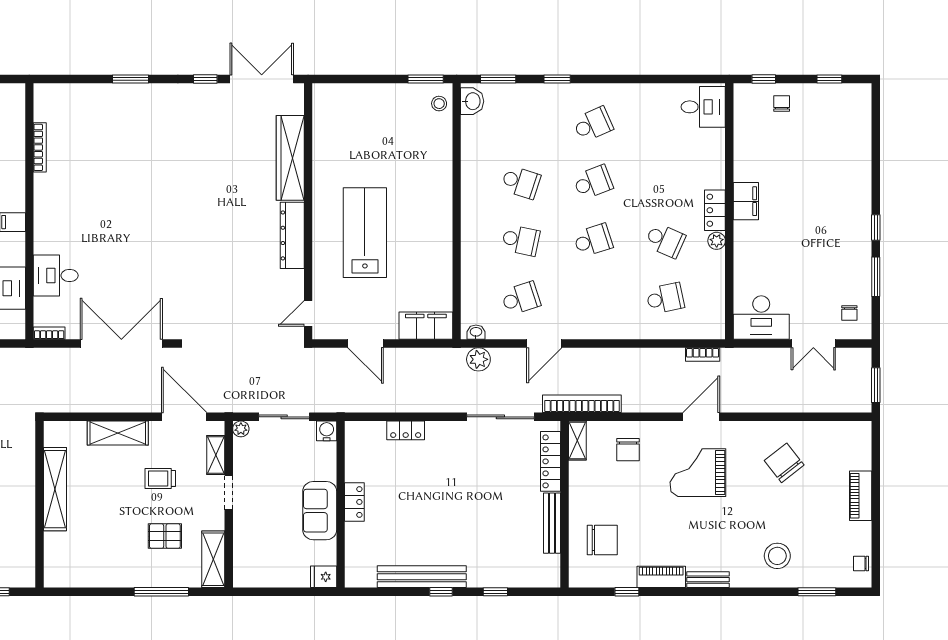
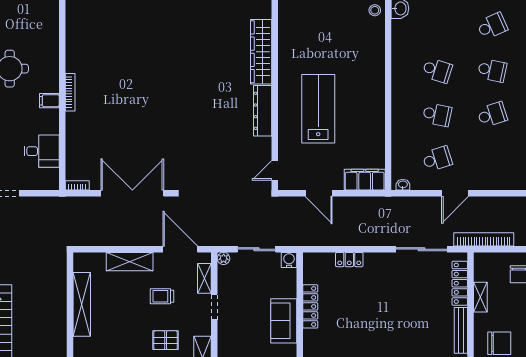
bookcase: (40, 147) -> (70, 92), moved
school desk: (593, 182) -> (492, 70), turned 33
desk: (56, 276) -> (82, 141), removed
plant: (478, 359) -> (405, 205), removed
shelving: (577, 441) -> (480, 297), moved
locker: (354, 502) -> (310, 306), width x1.53

